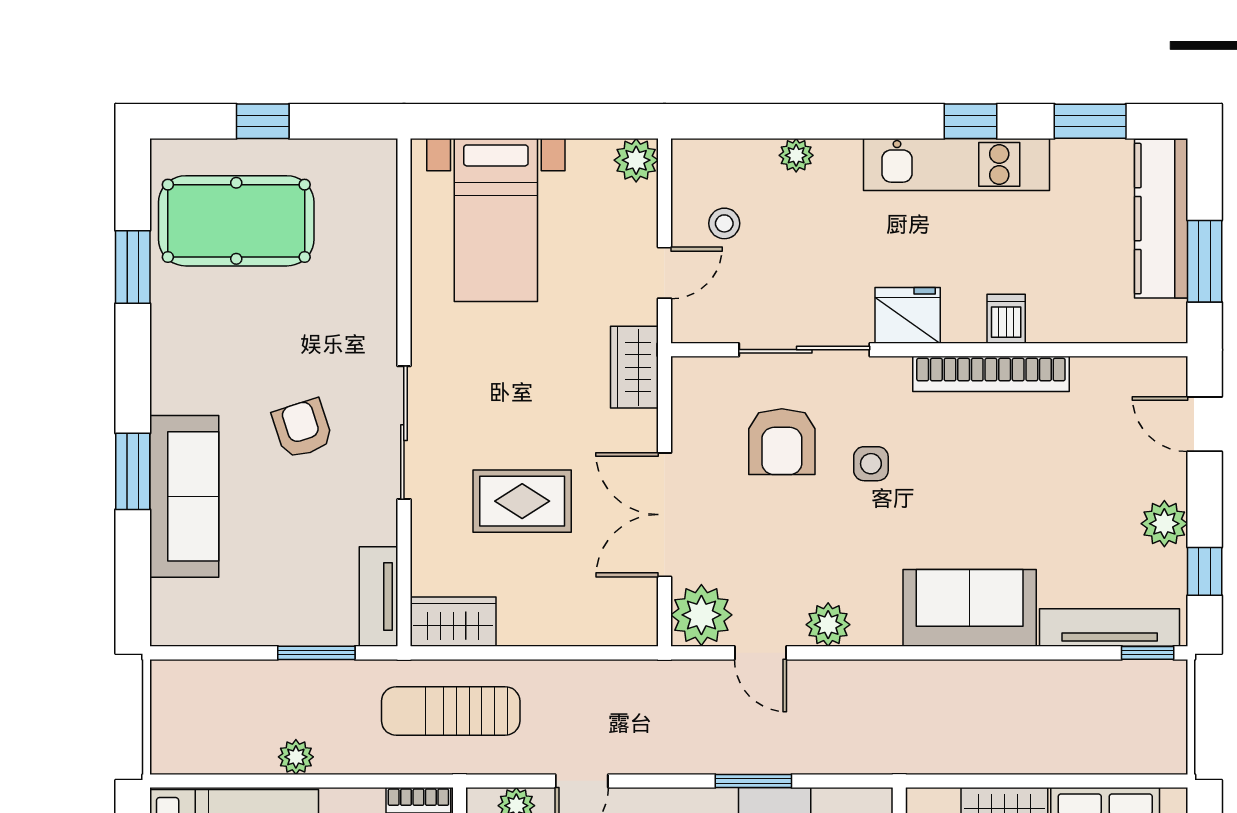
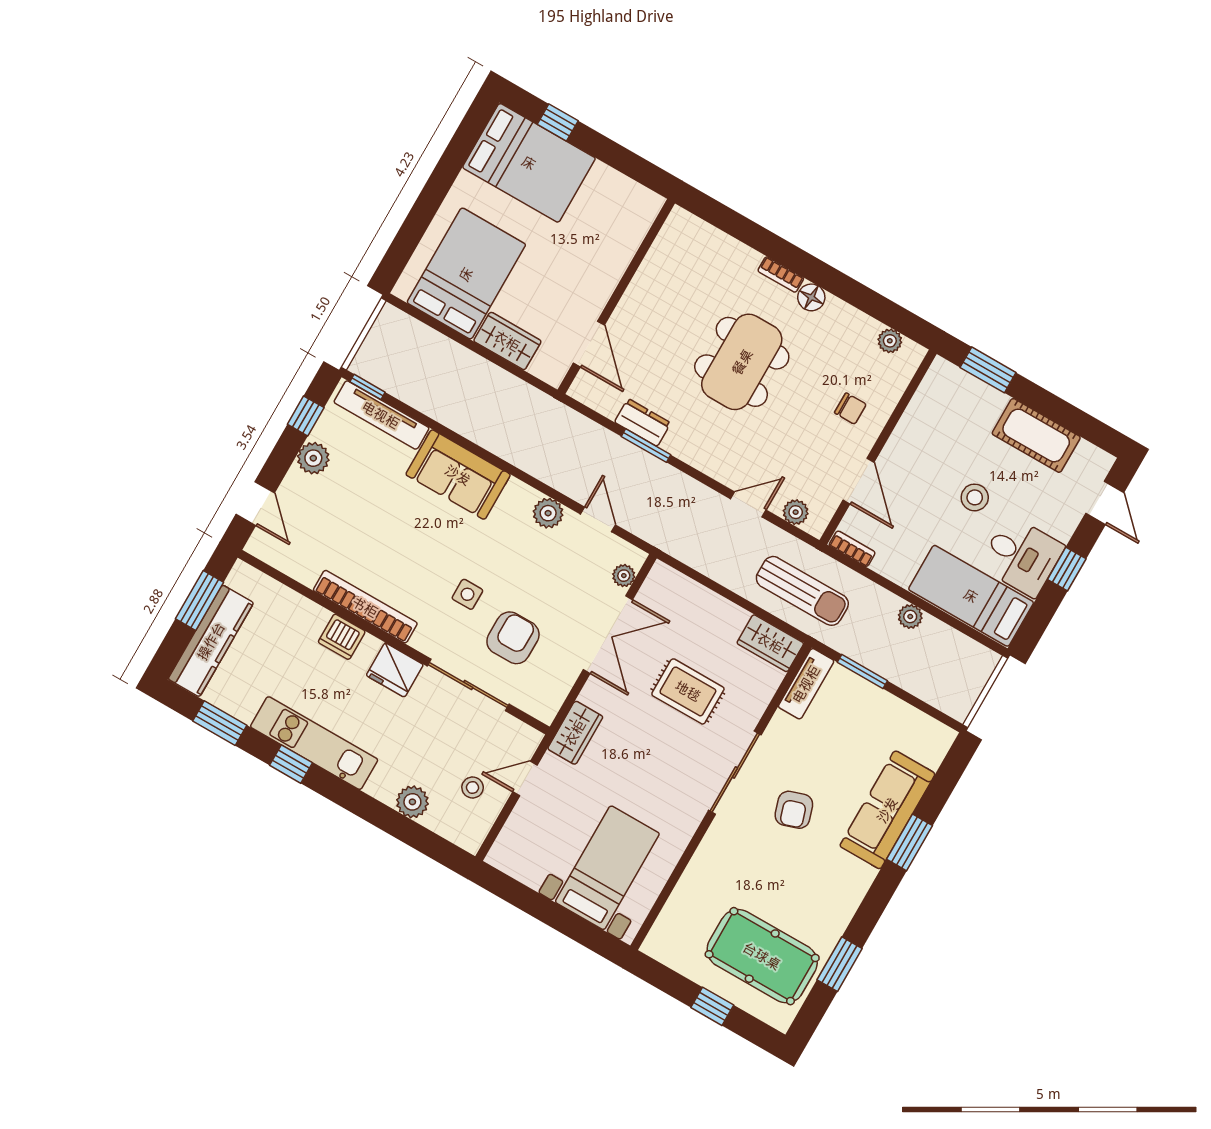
plant: (796, 155) -> (412, 802), width x1.38, depth x1.38
plant: (636, 160) -> (503, 855), removed
dishwasher: (1006, 319) -> (342, 637), width x1.38
plant: (701, 615) -> (624, 576), width x0.53, depth x0.53

